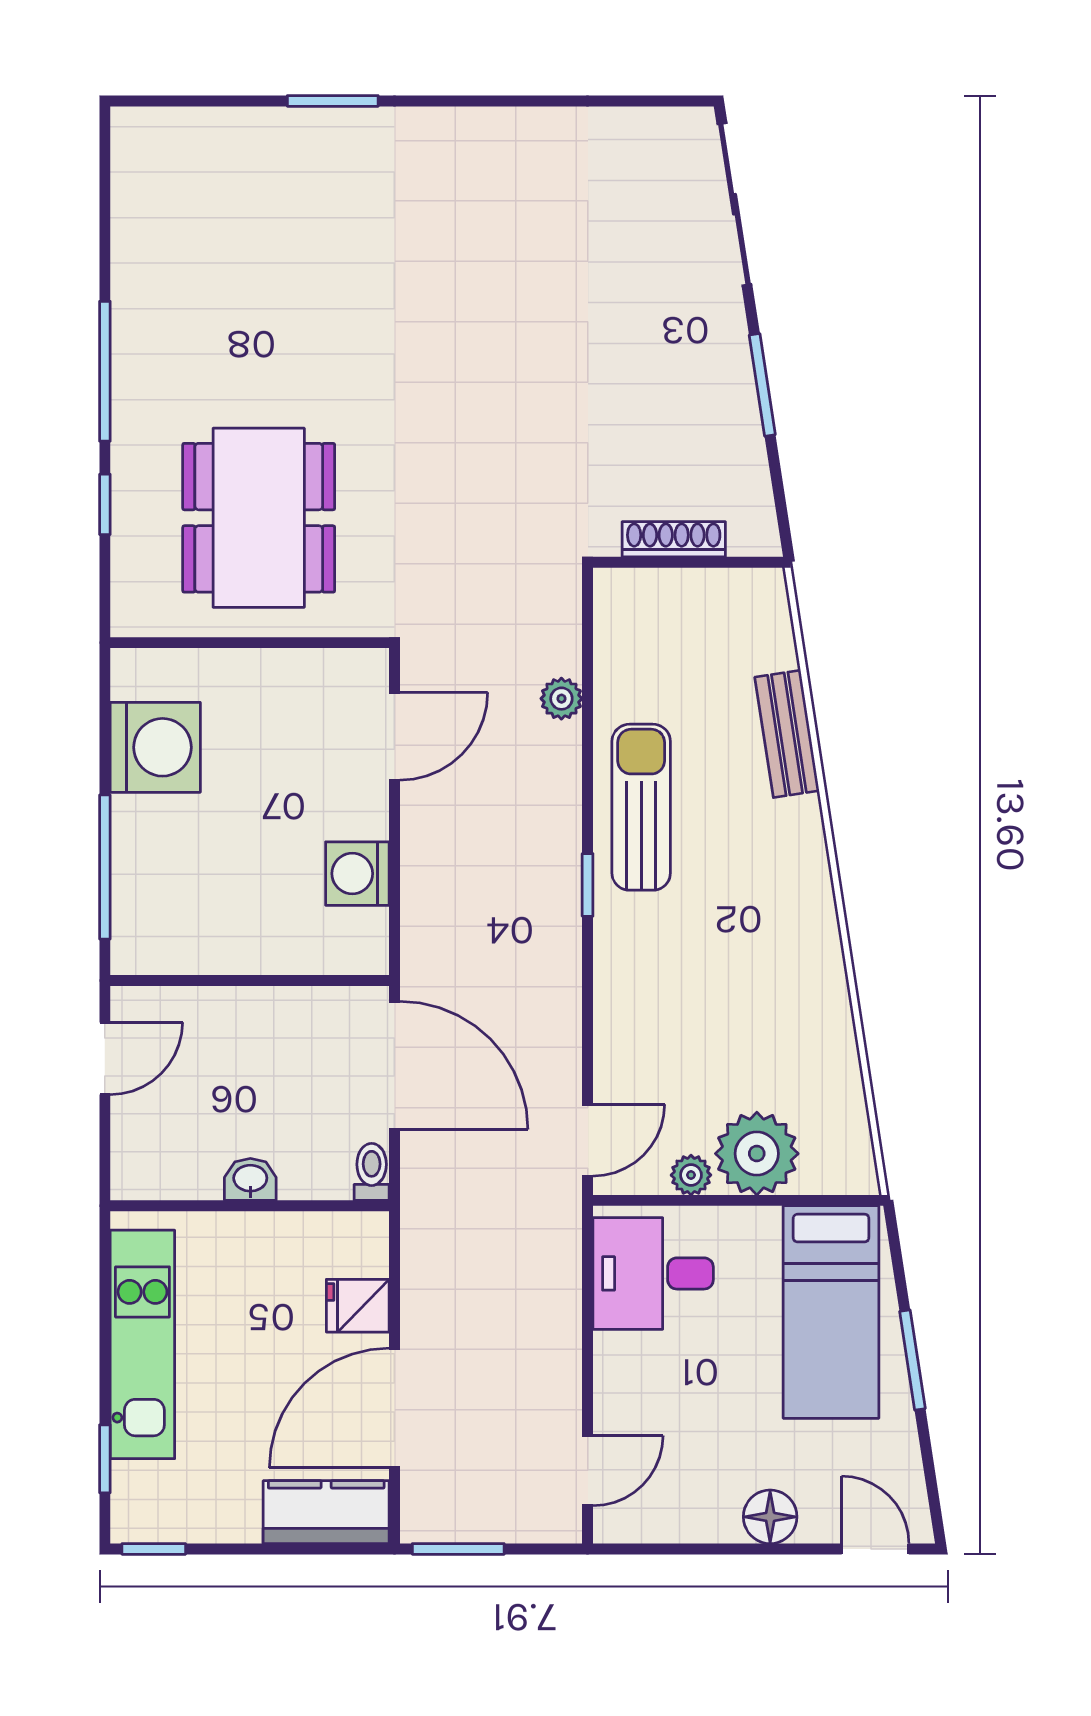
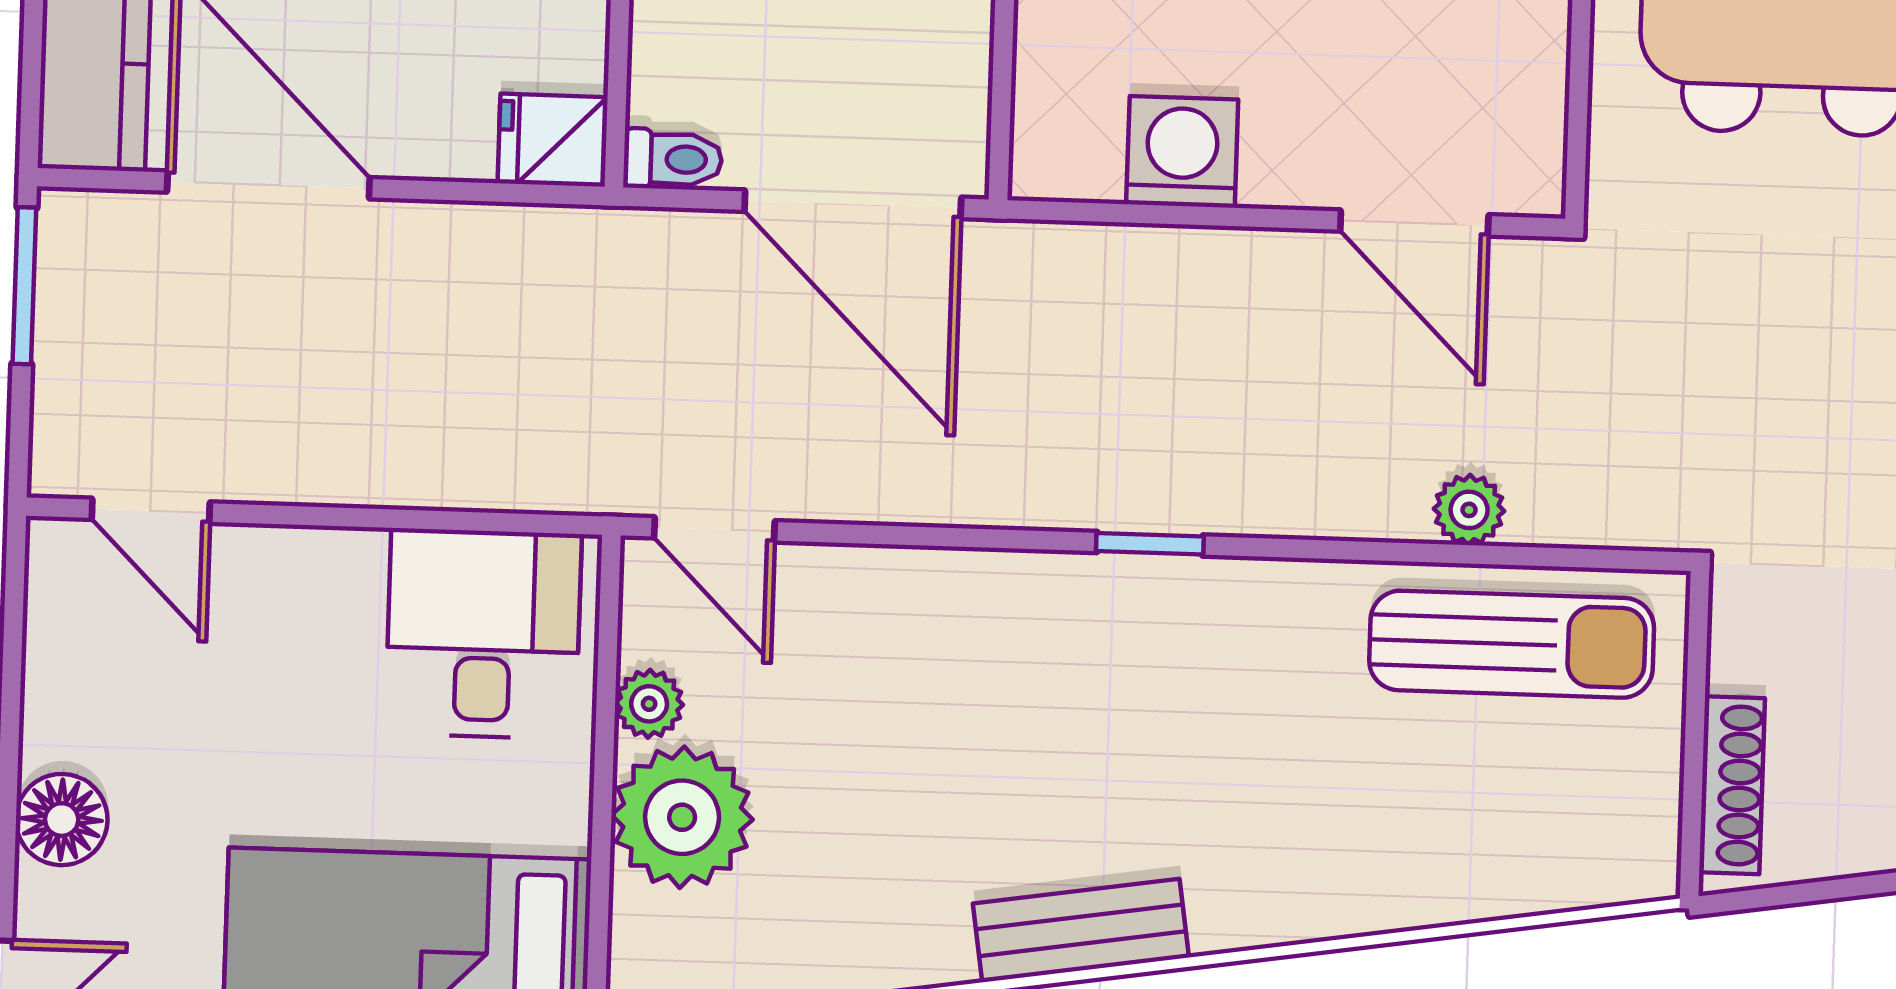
shoe rack: (674, 539) -> (1732, 785), moved
bench: (787, 734) -> (1081, 930), moved
sun lounger: (641, 807) -> (1512, 644), moved
door: (394, 1065) -> (853, 204), hinge flipped
fridge: (358, 1306) -> (553, 140), moved, turned -90

